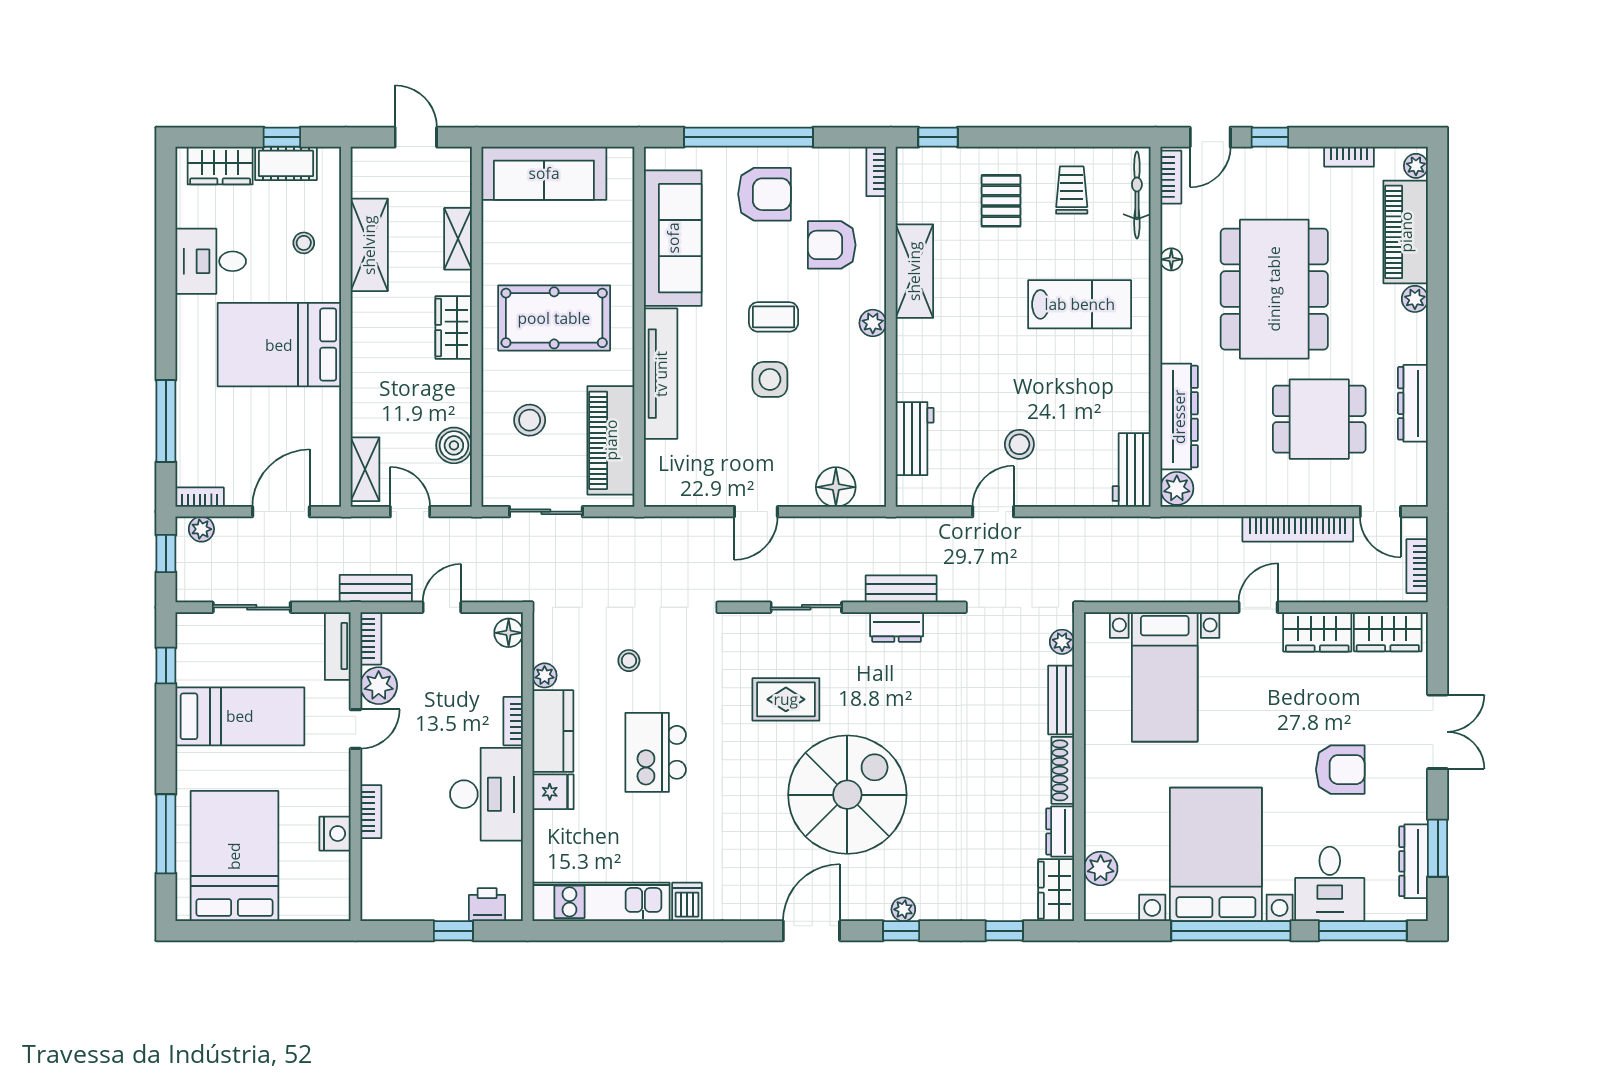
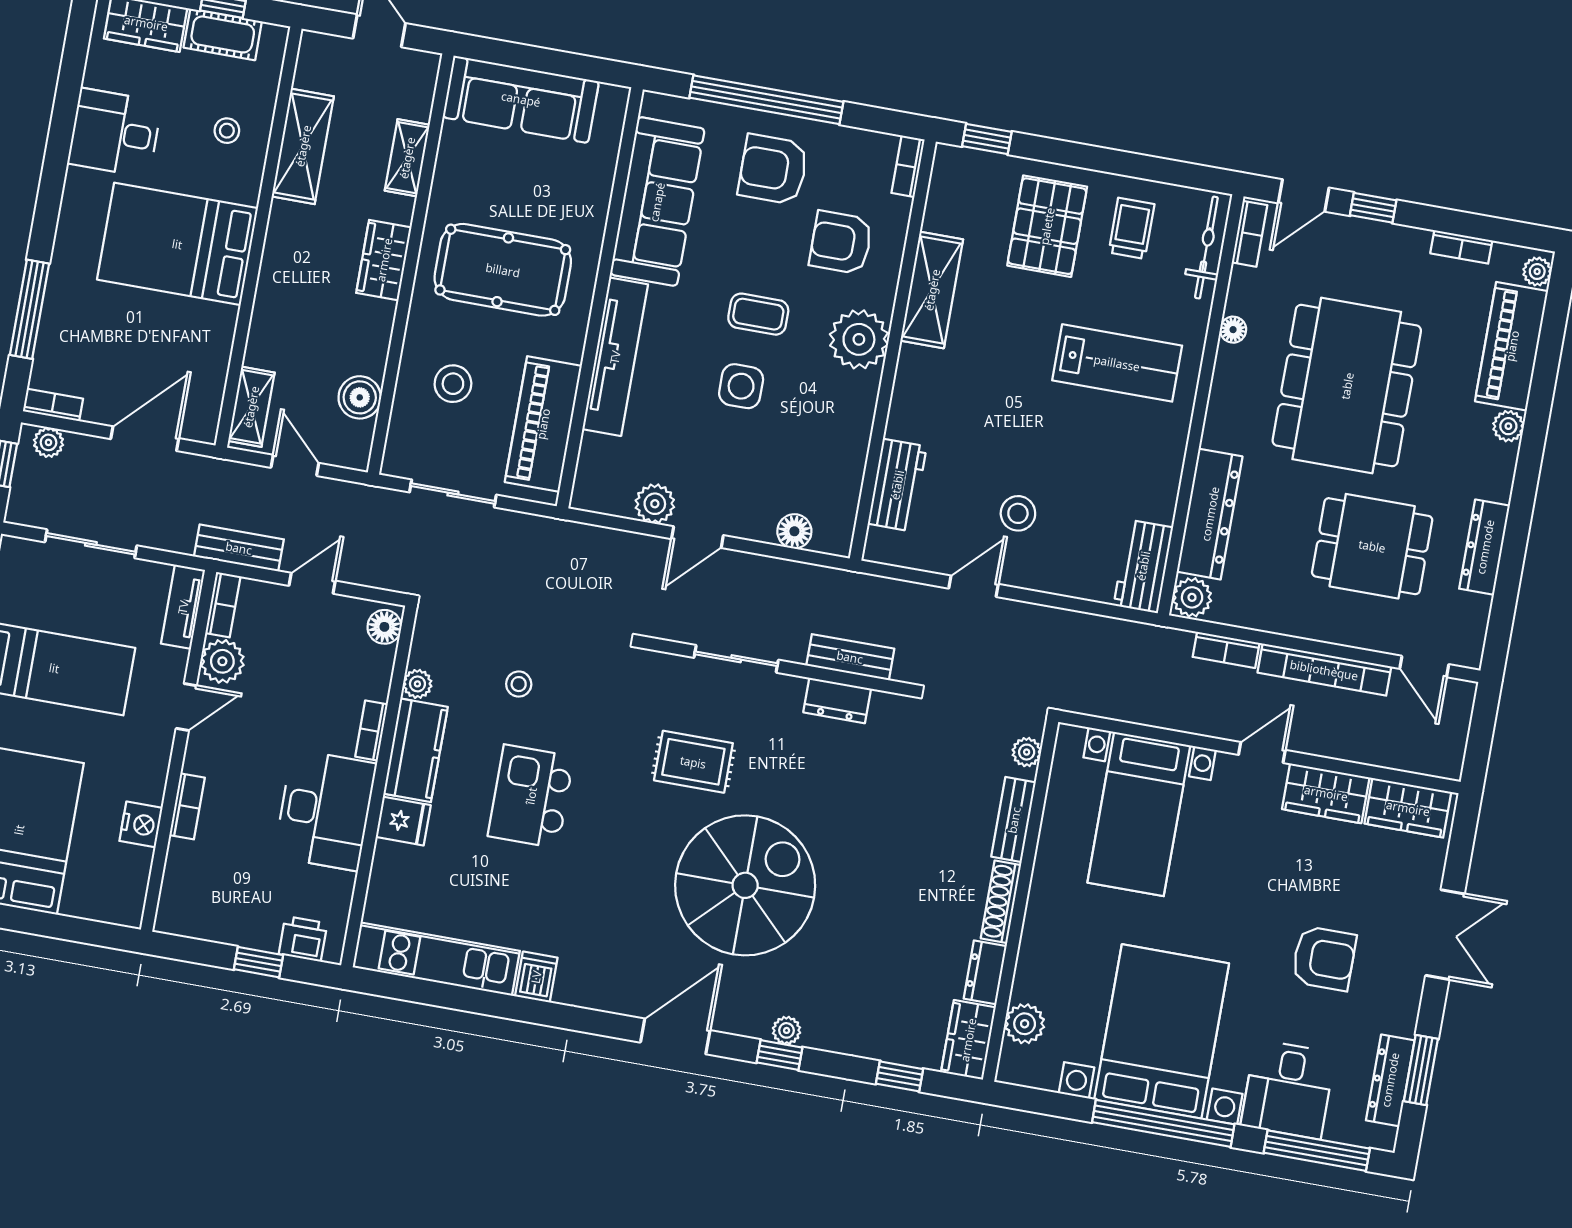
armchair: (764, 194) -> (773, 169), turned 180
pallet: (1001, 201) -> (1047, 226), width x1.50, depth x1.42
plant: (873, 323) -> (859, 339), width x1.87, depth x1.87
floor lamp: (836, 487) -> (794, 531), width x0.73, depth x0.73
plant: (716, 490) -> (655, 504), added
bookcase: (1417, 566) -> (1226, 650), moved, turned -90

